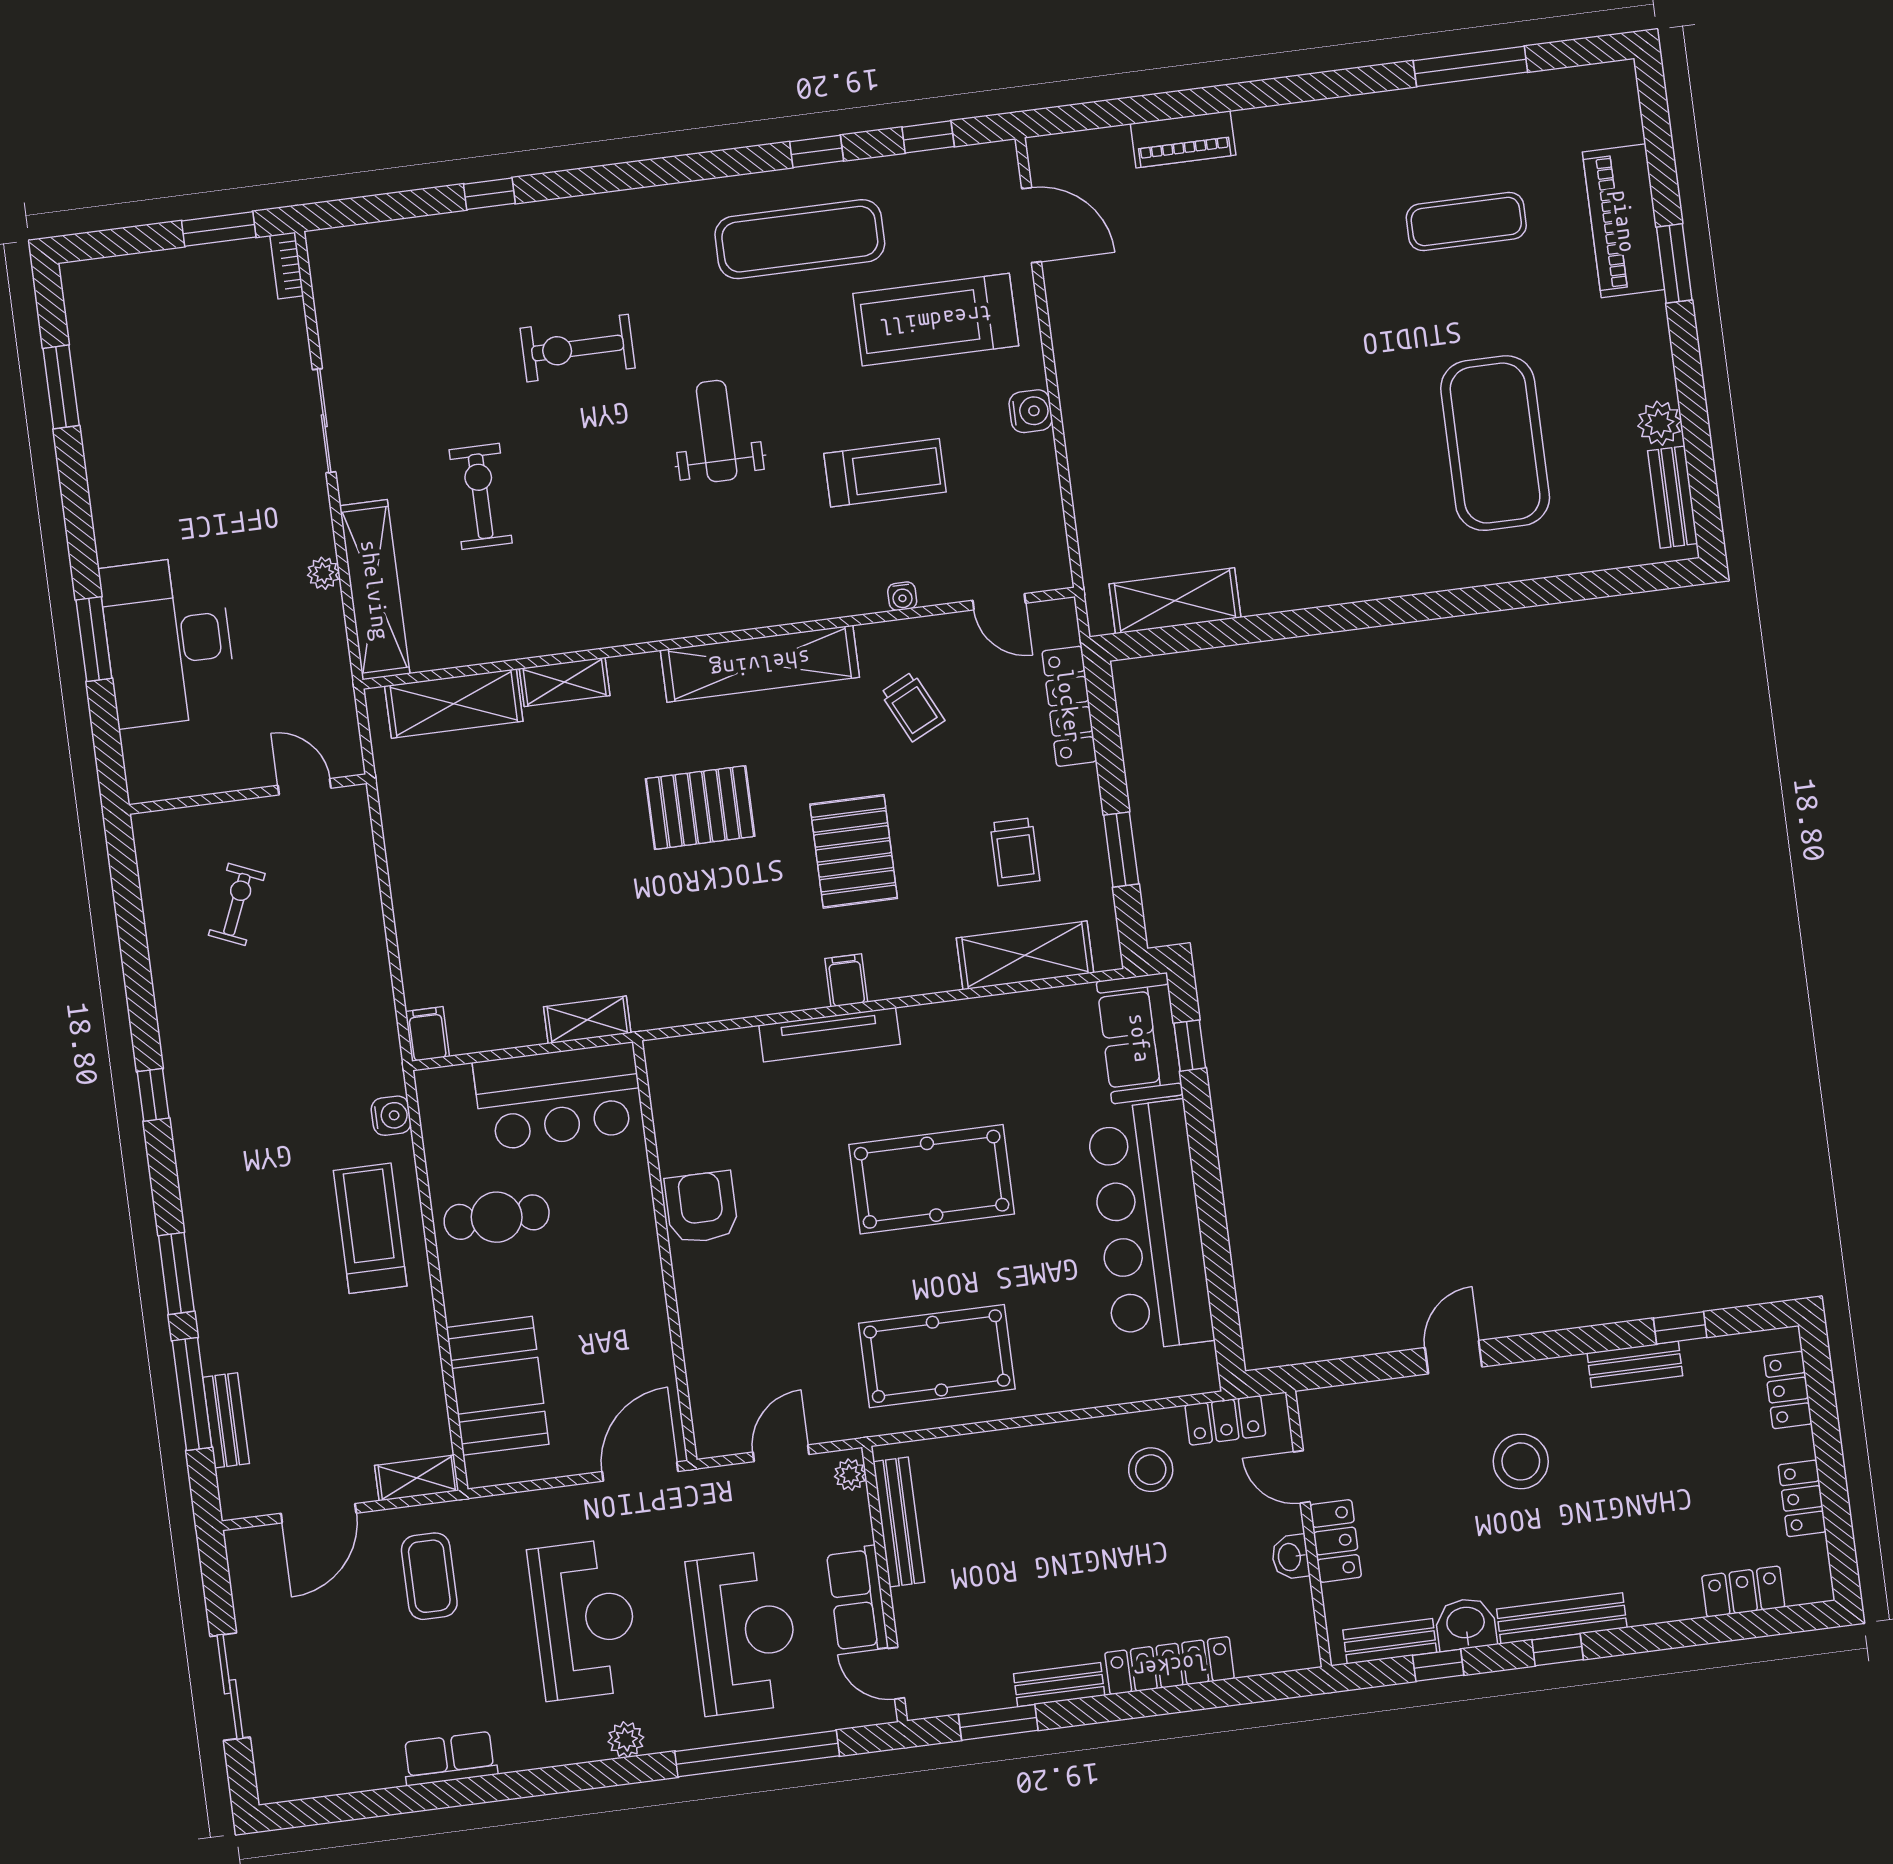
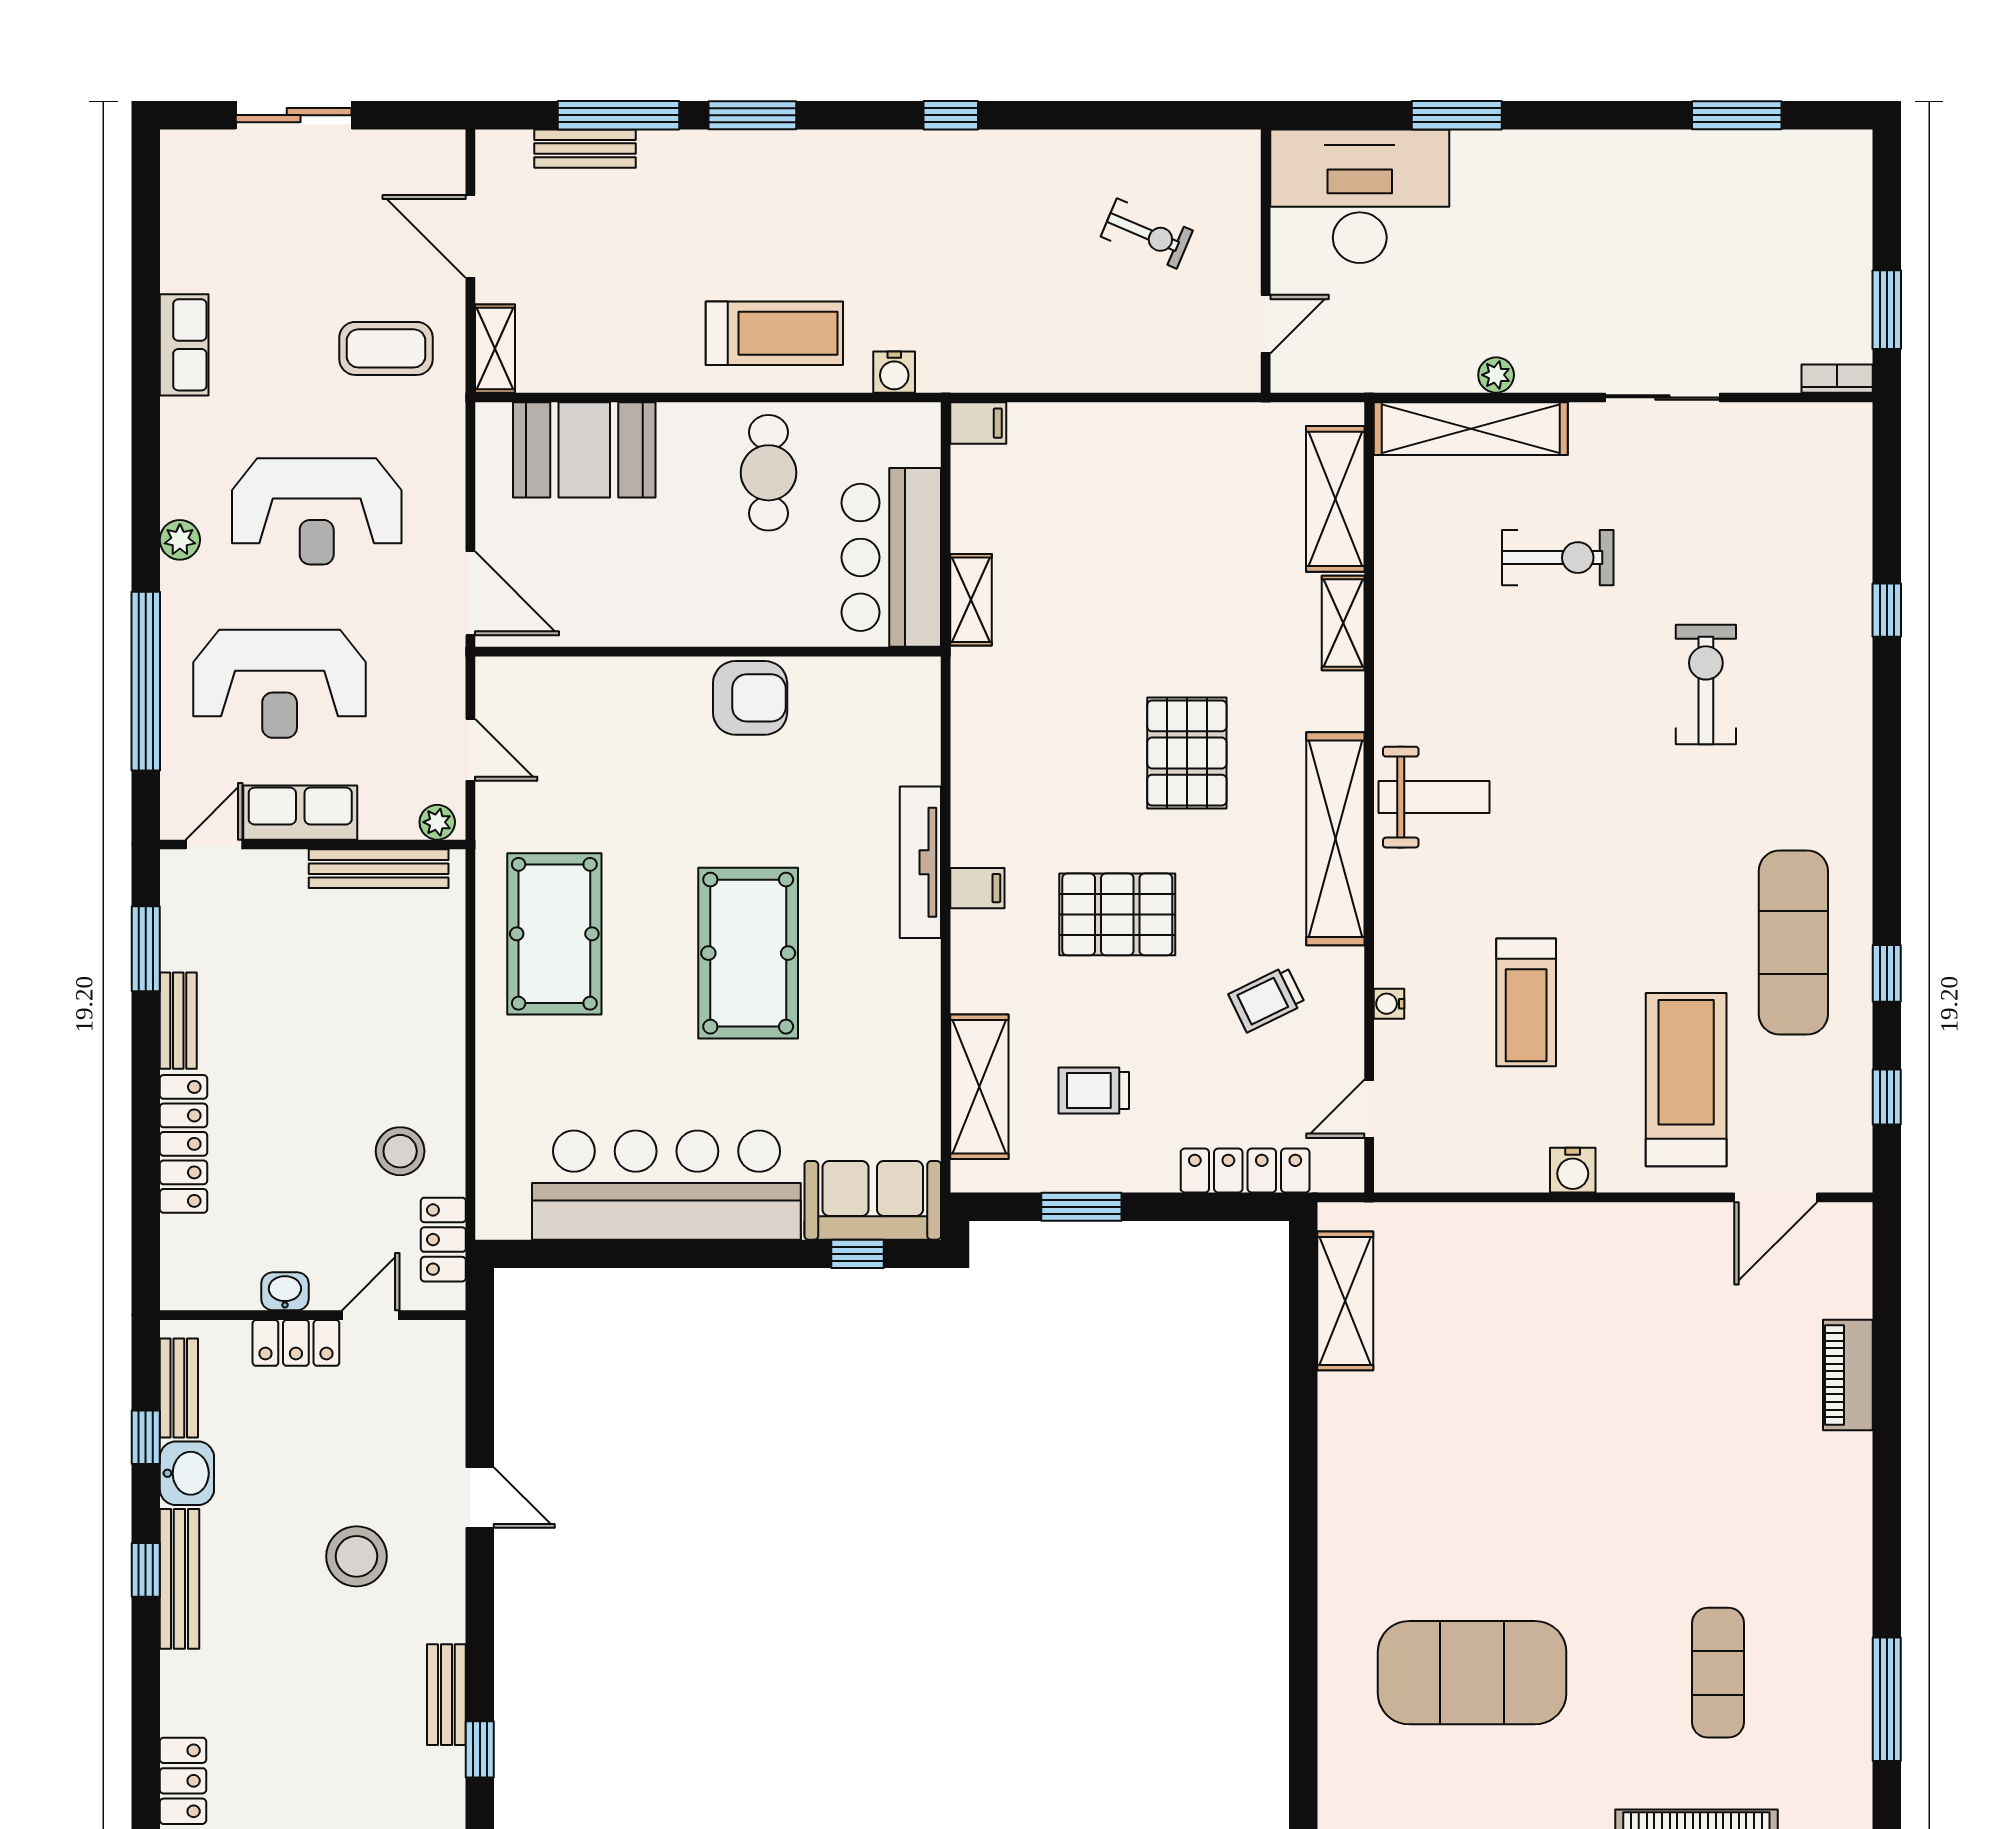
weight bench: (717, 431) -> (1434, 797), moved
desk: (168, 641) -> (1360, 196), moved

